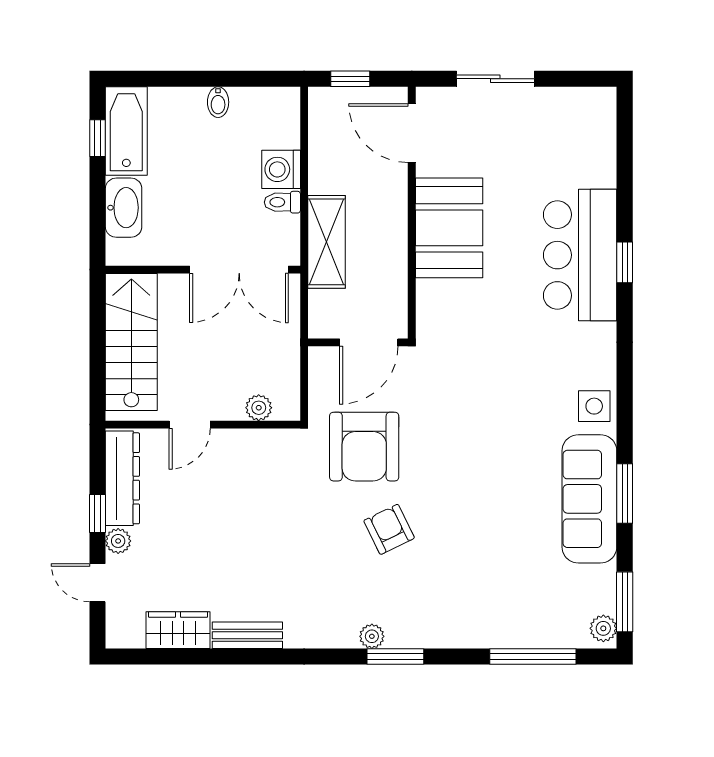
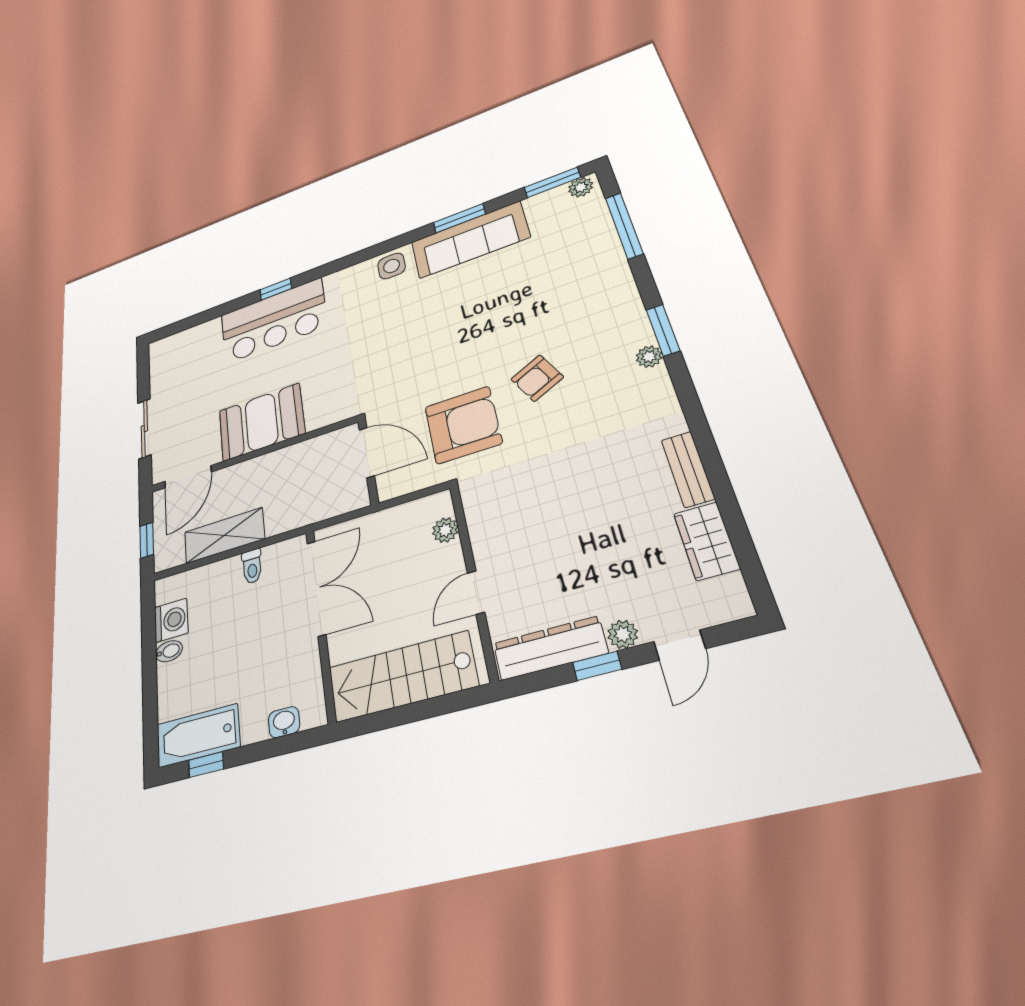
washing machine: (281, 169) -> (171, 620), moved, turned -90
washbasin: (124, 208) -> (284, 722), width x0.52, depth x0.69
shelving: (327, 242) -> (224, 536), moved
door: (190, 425) -> (476, 592), swing flipped

